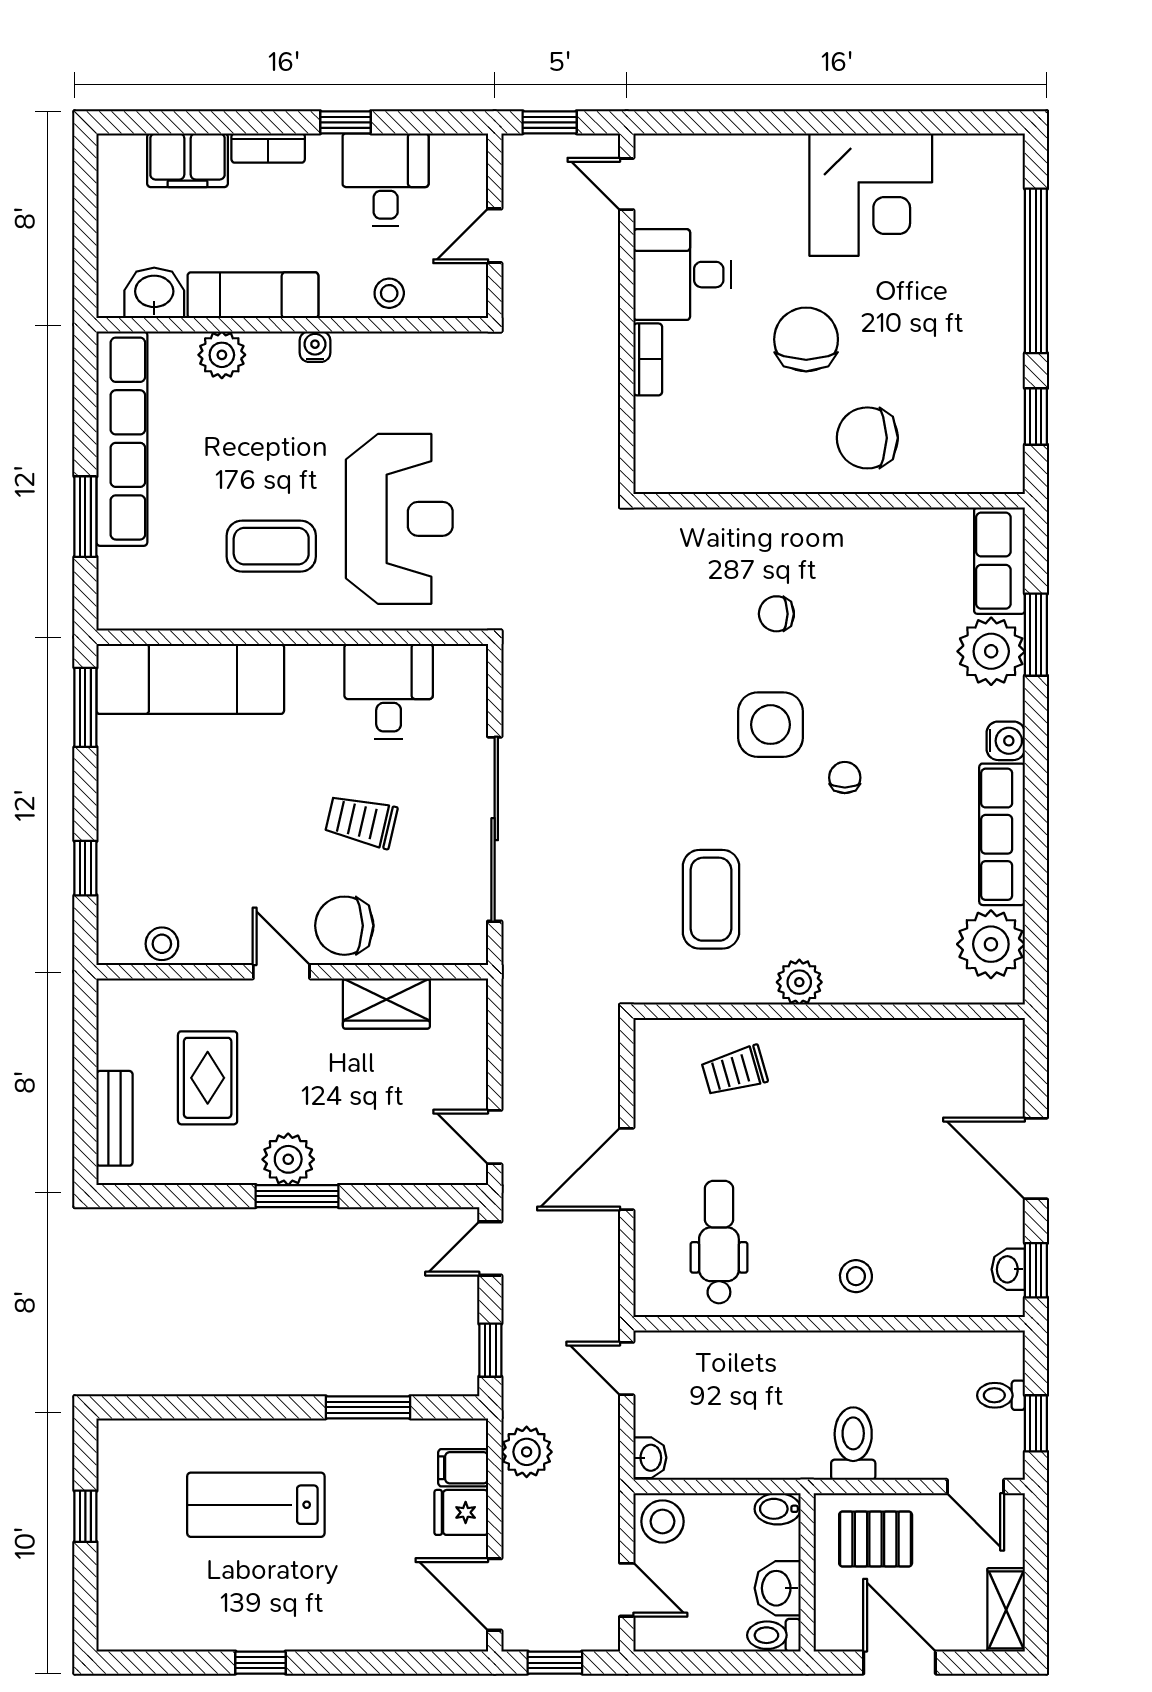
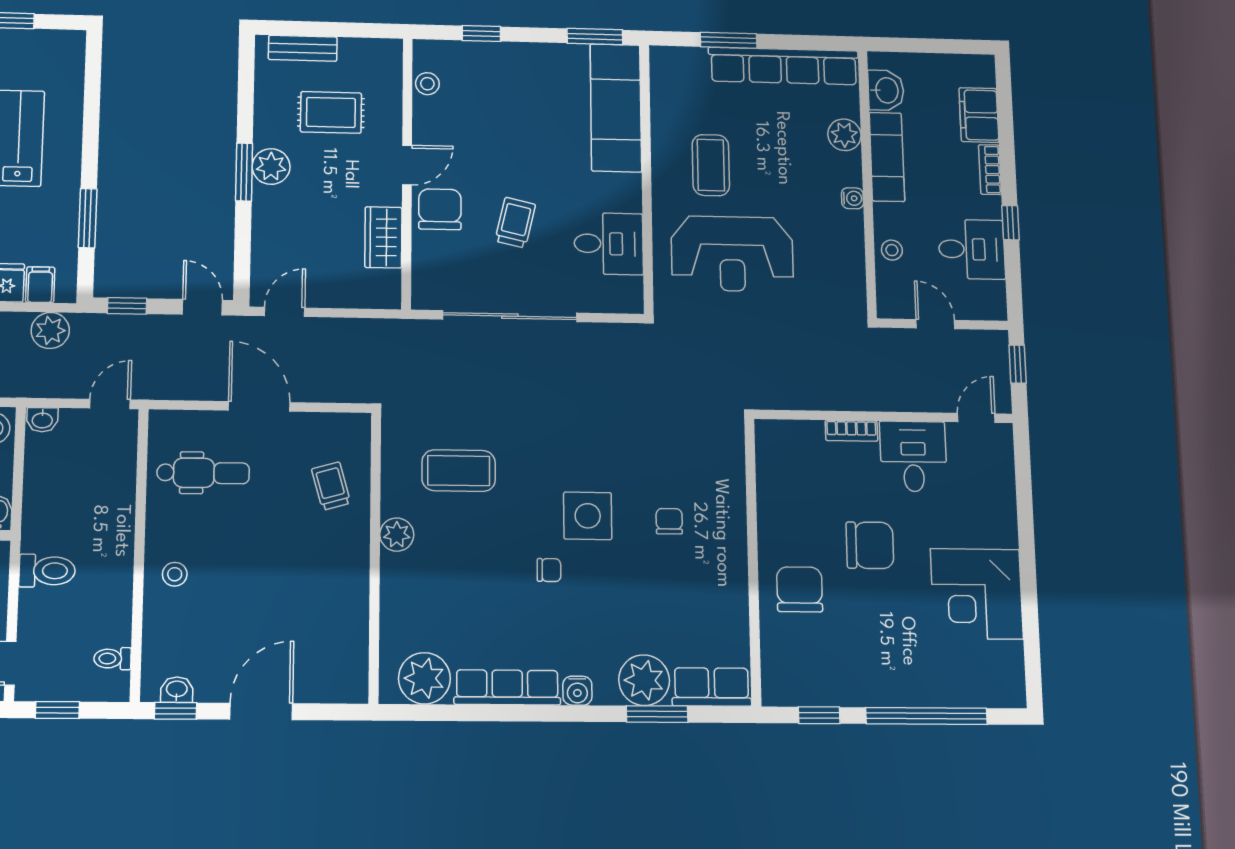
toilet: (1001, 1395) -> (112, 659), moved, turned -90

